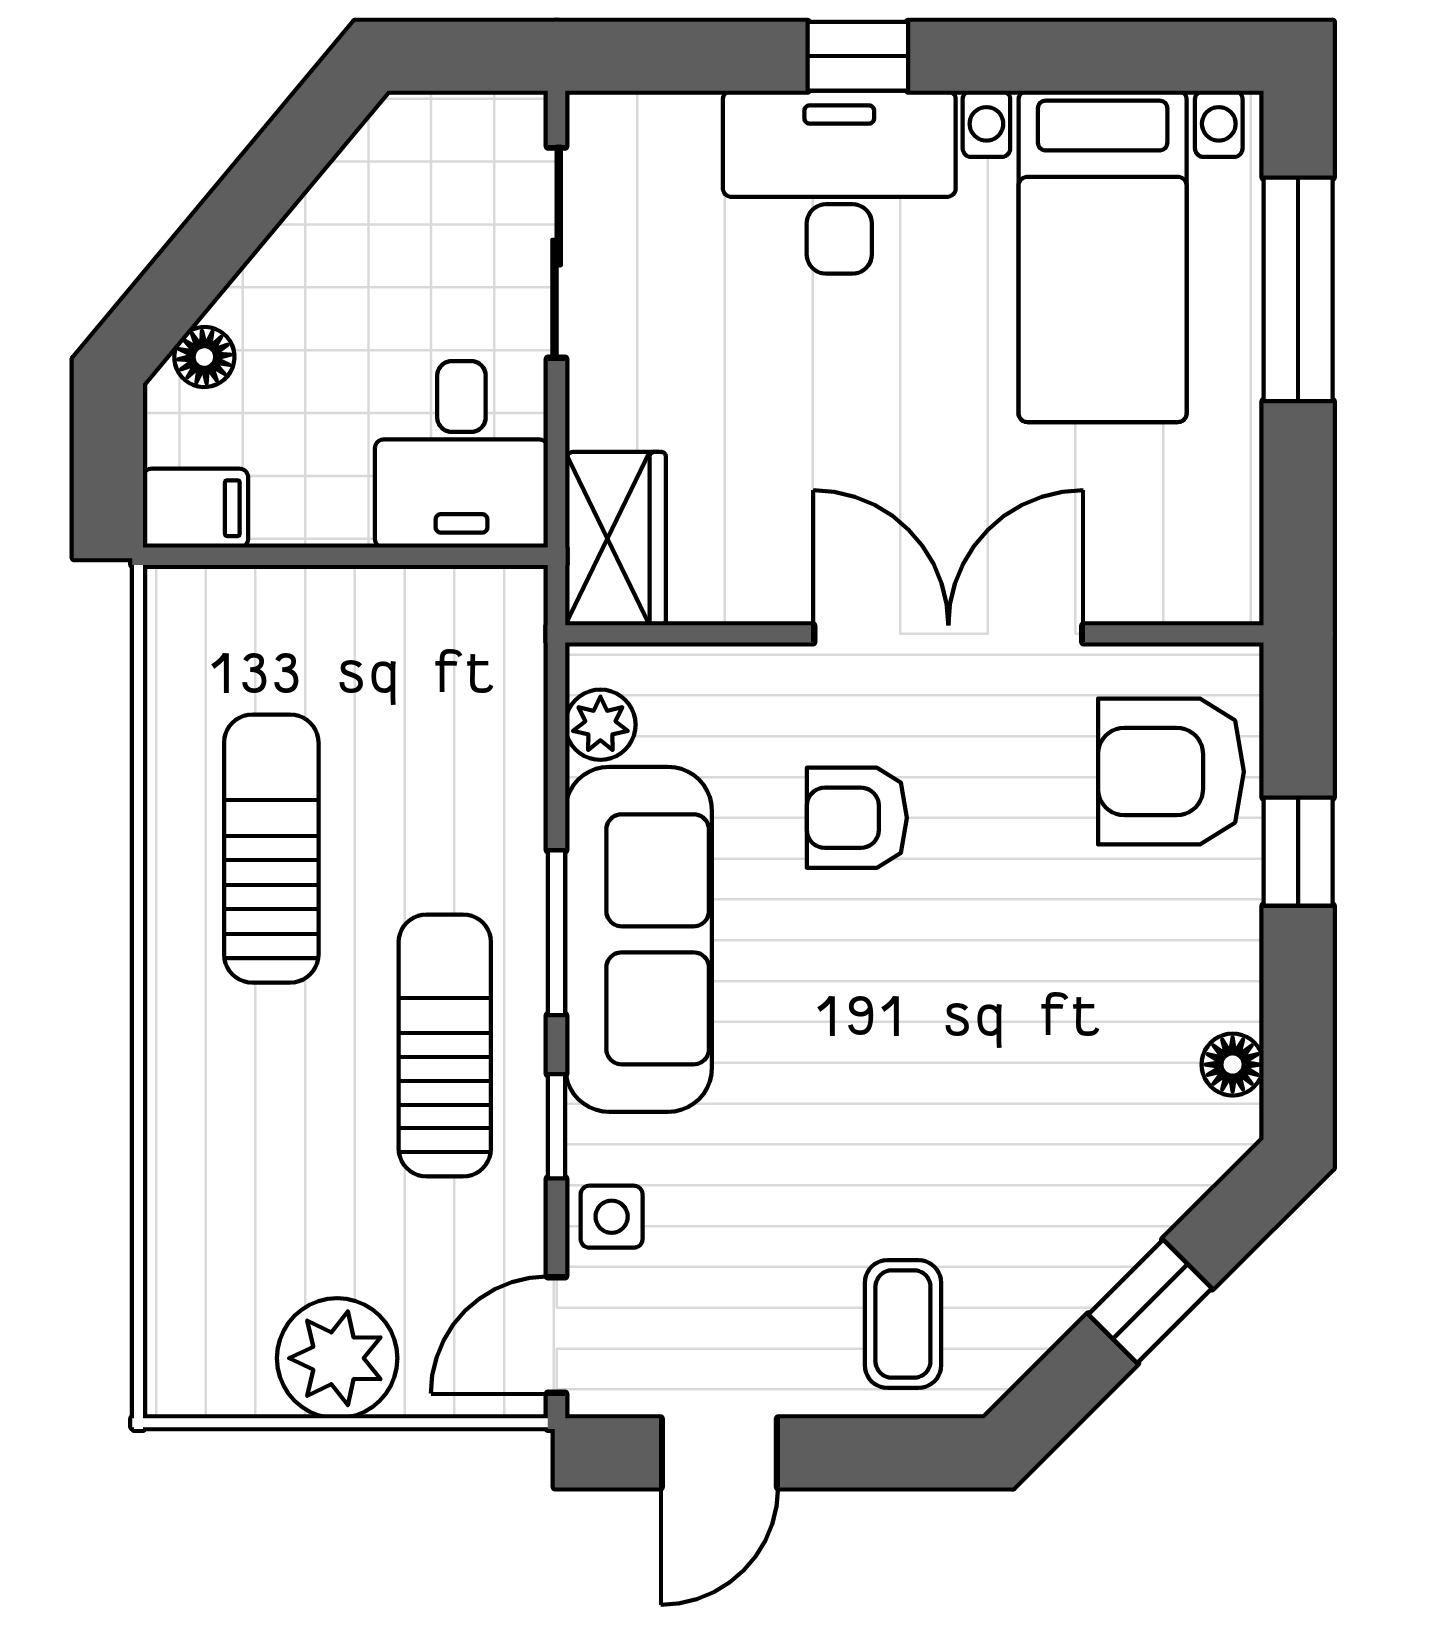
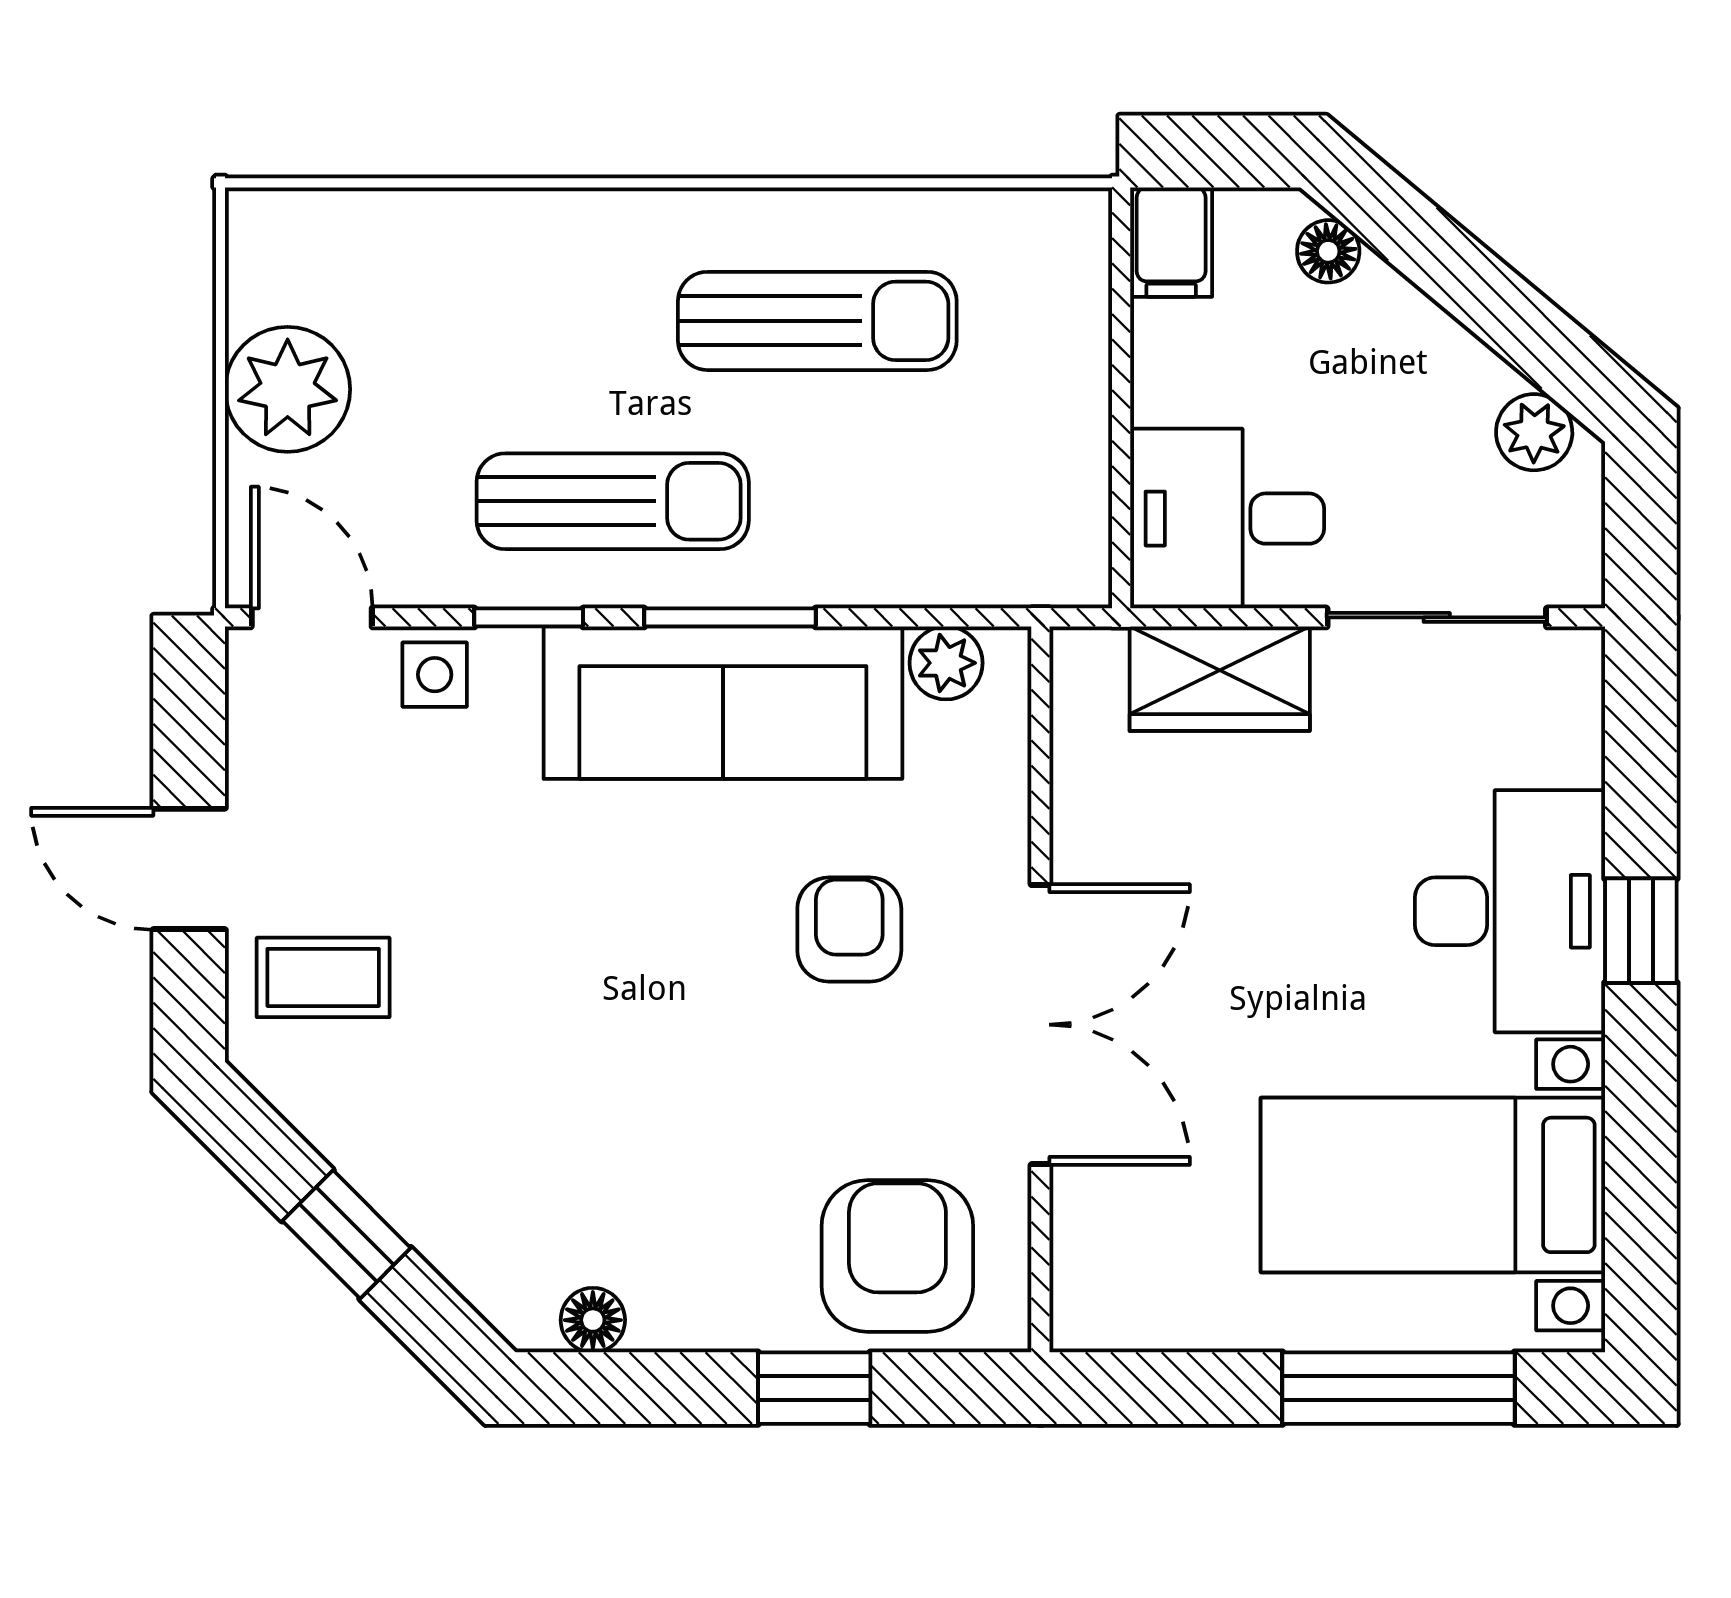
plant: (378, 159) -> (1534, 432), added
wardrobe: (616, 539) -> (1220, 679), moved
door: (719, 1453) -> (189, 869), moved

